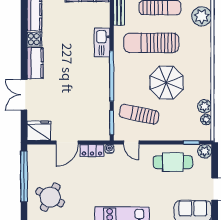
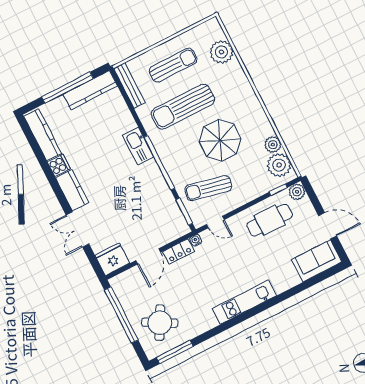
kitchen sink: (102, 43) -> (138, 146), moved
plant: (206, 120) -> (279, 165), width x1.87, depth x1.87

